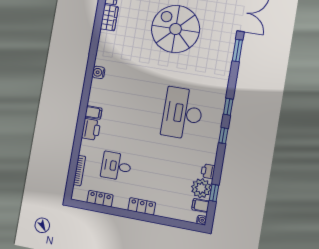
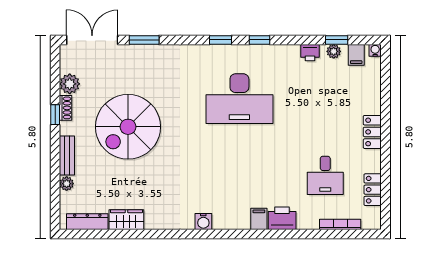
plant: (201, 188) -> (334, 51), width x0.53, depth x0.53

